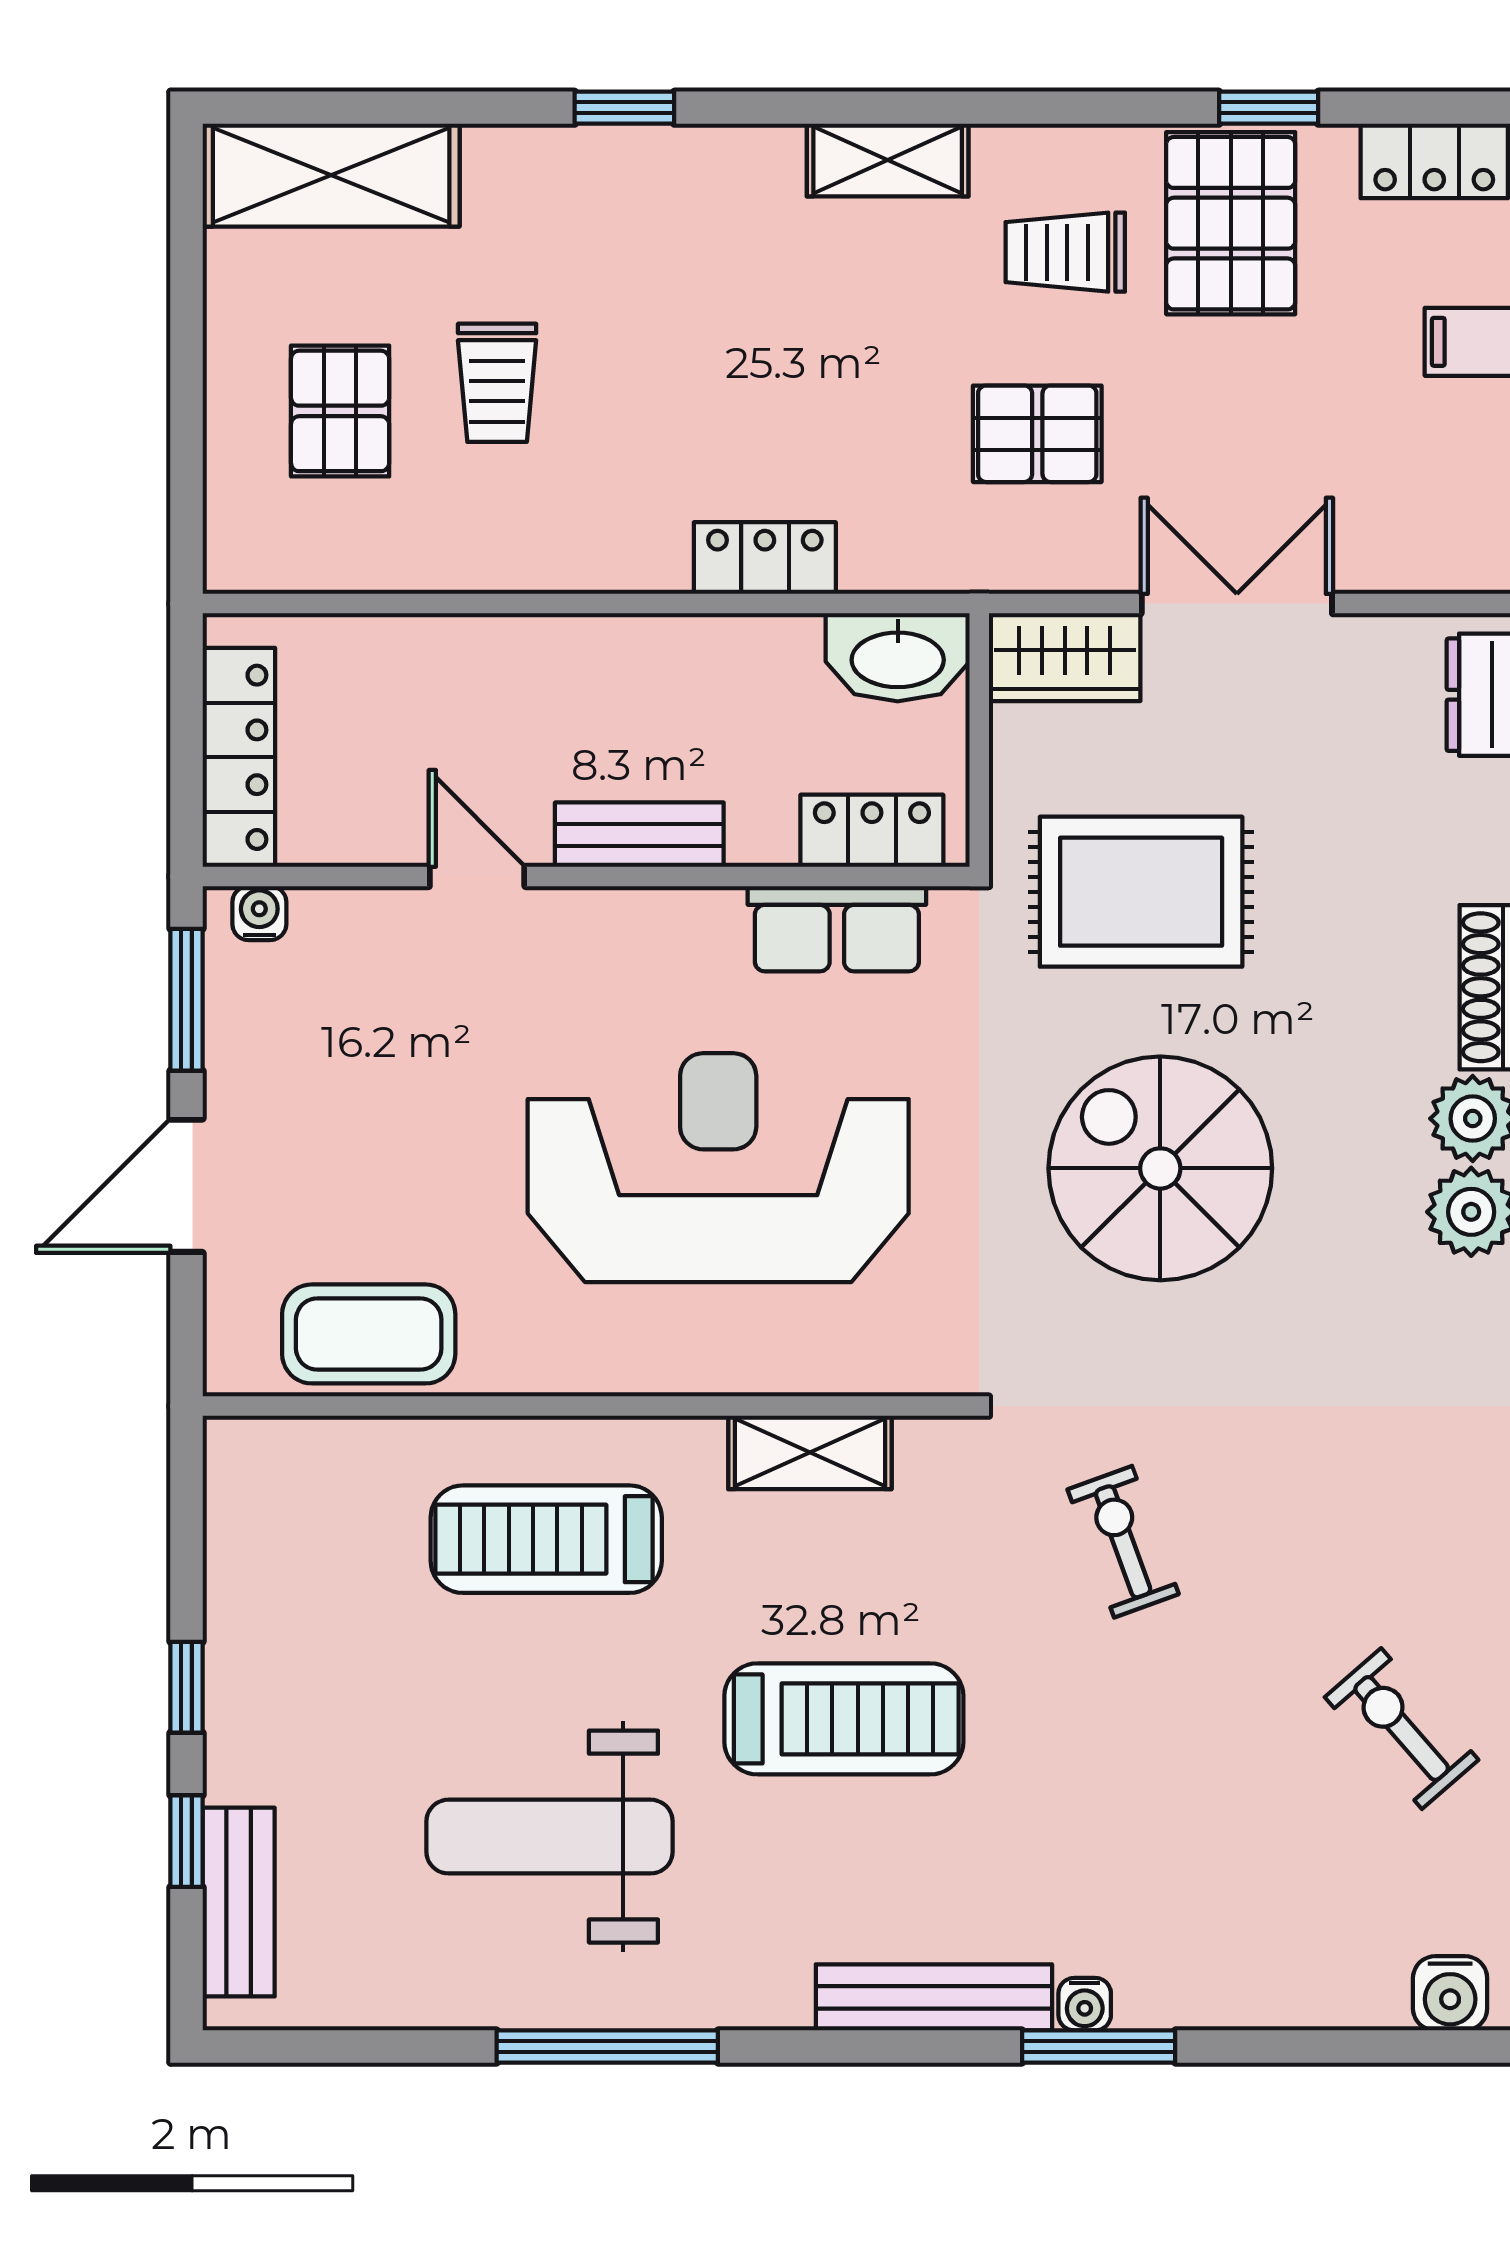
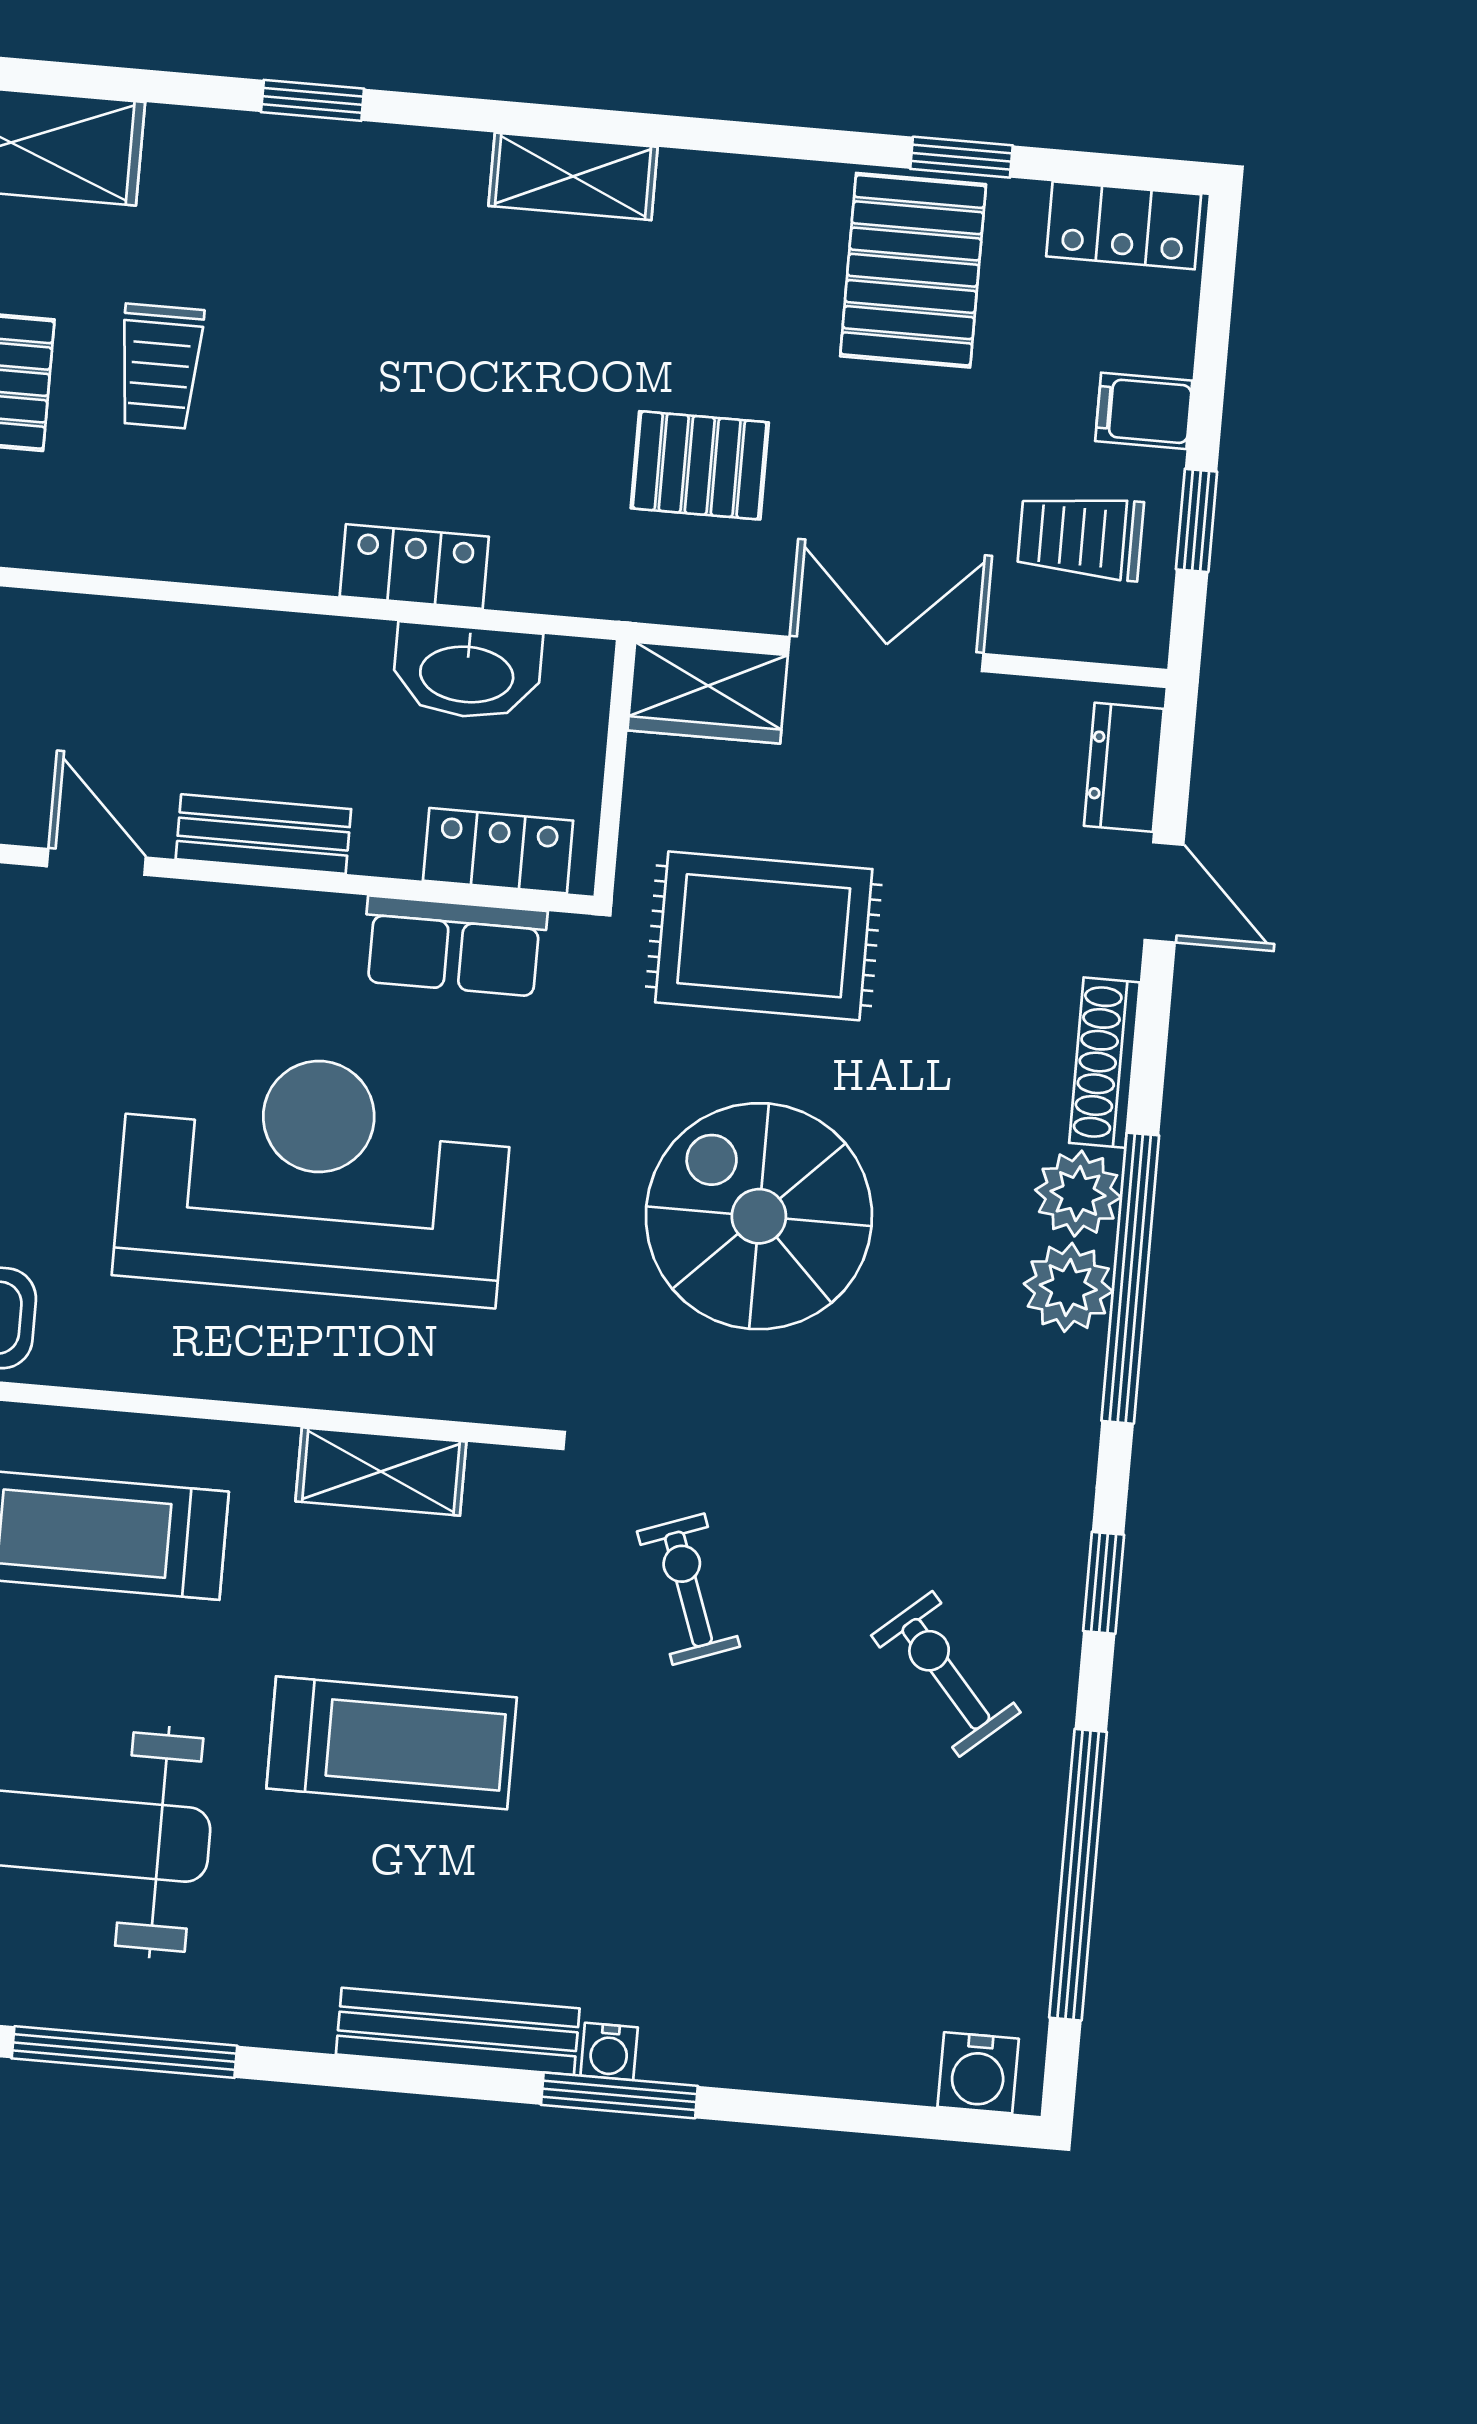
trolley: (1065, 252) -> (1080, 537), moved
washbasin: (898, 657) -> (467, 672), moved
exercise bike: (1402, 1729) -> (946, 1674), moved

